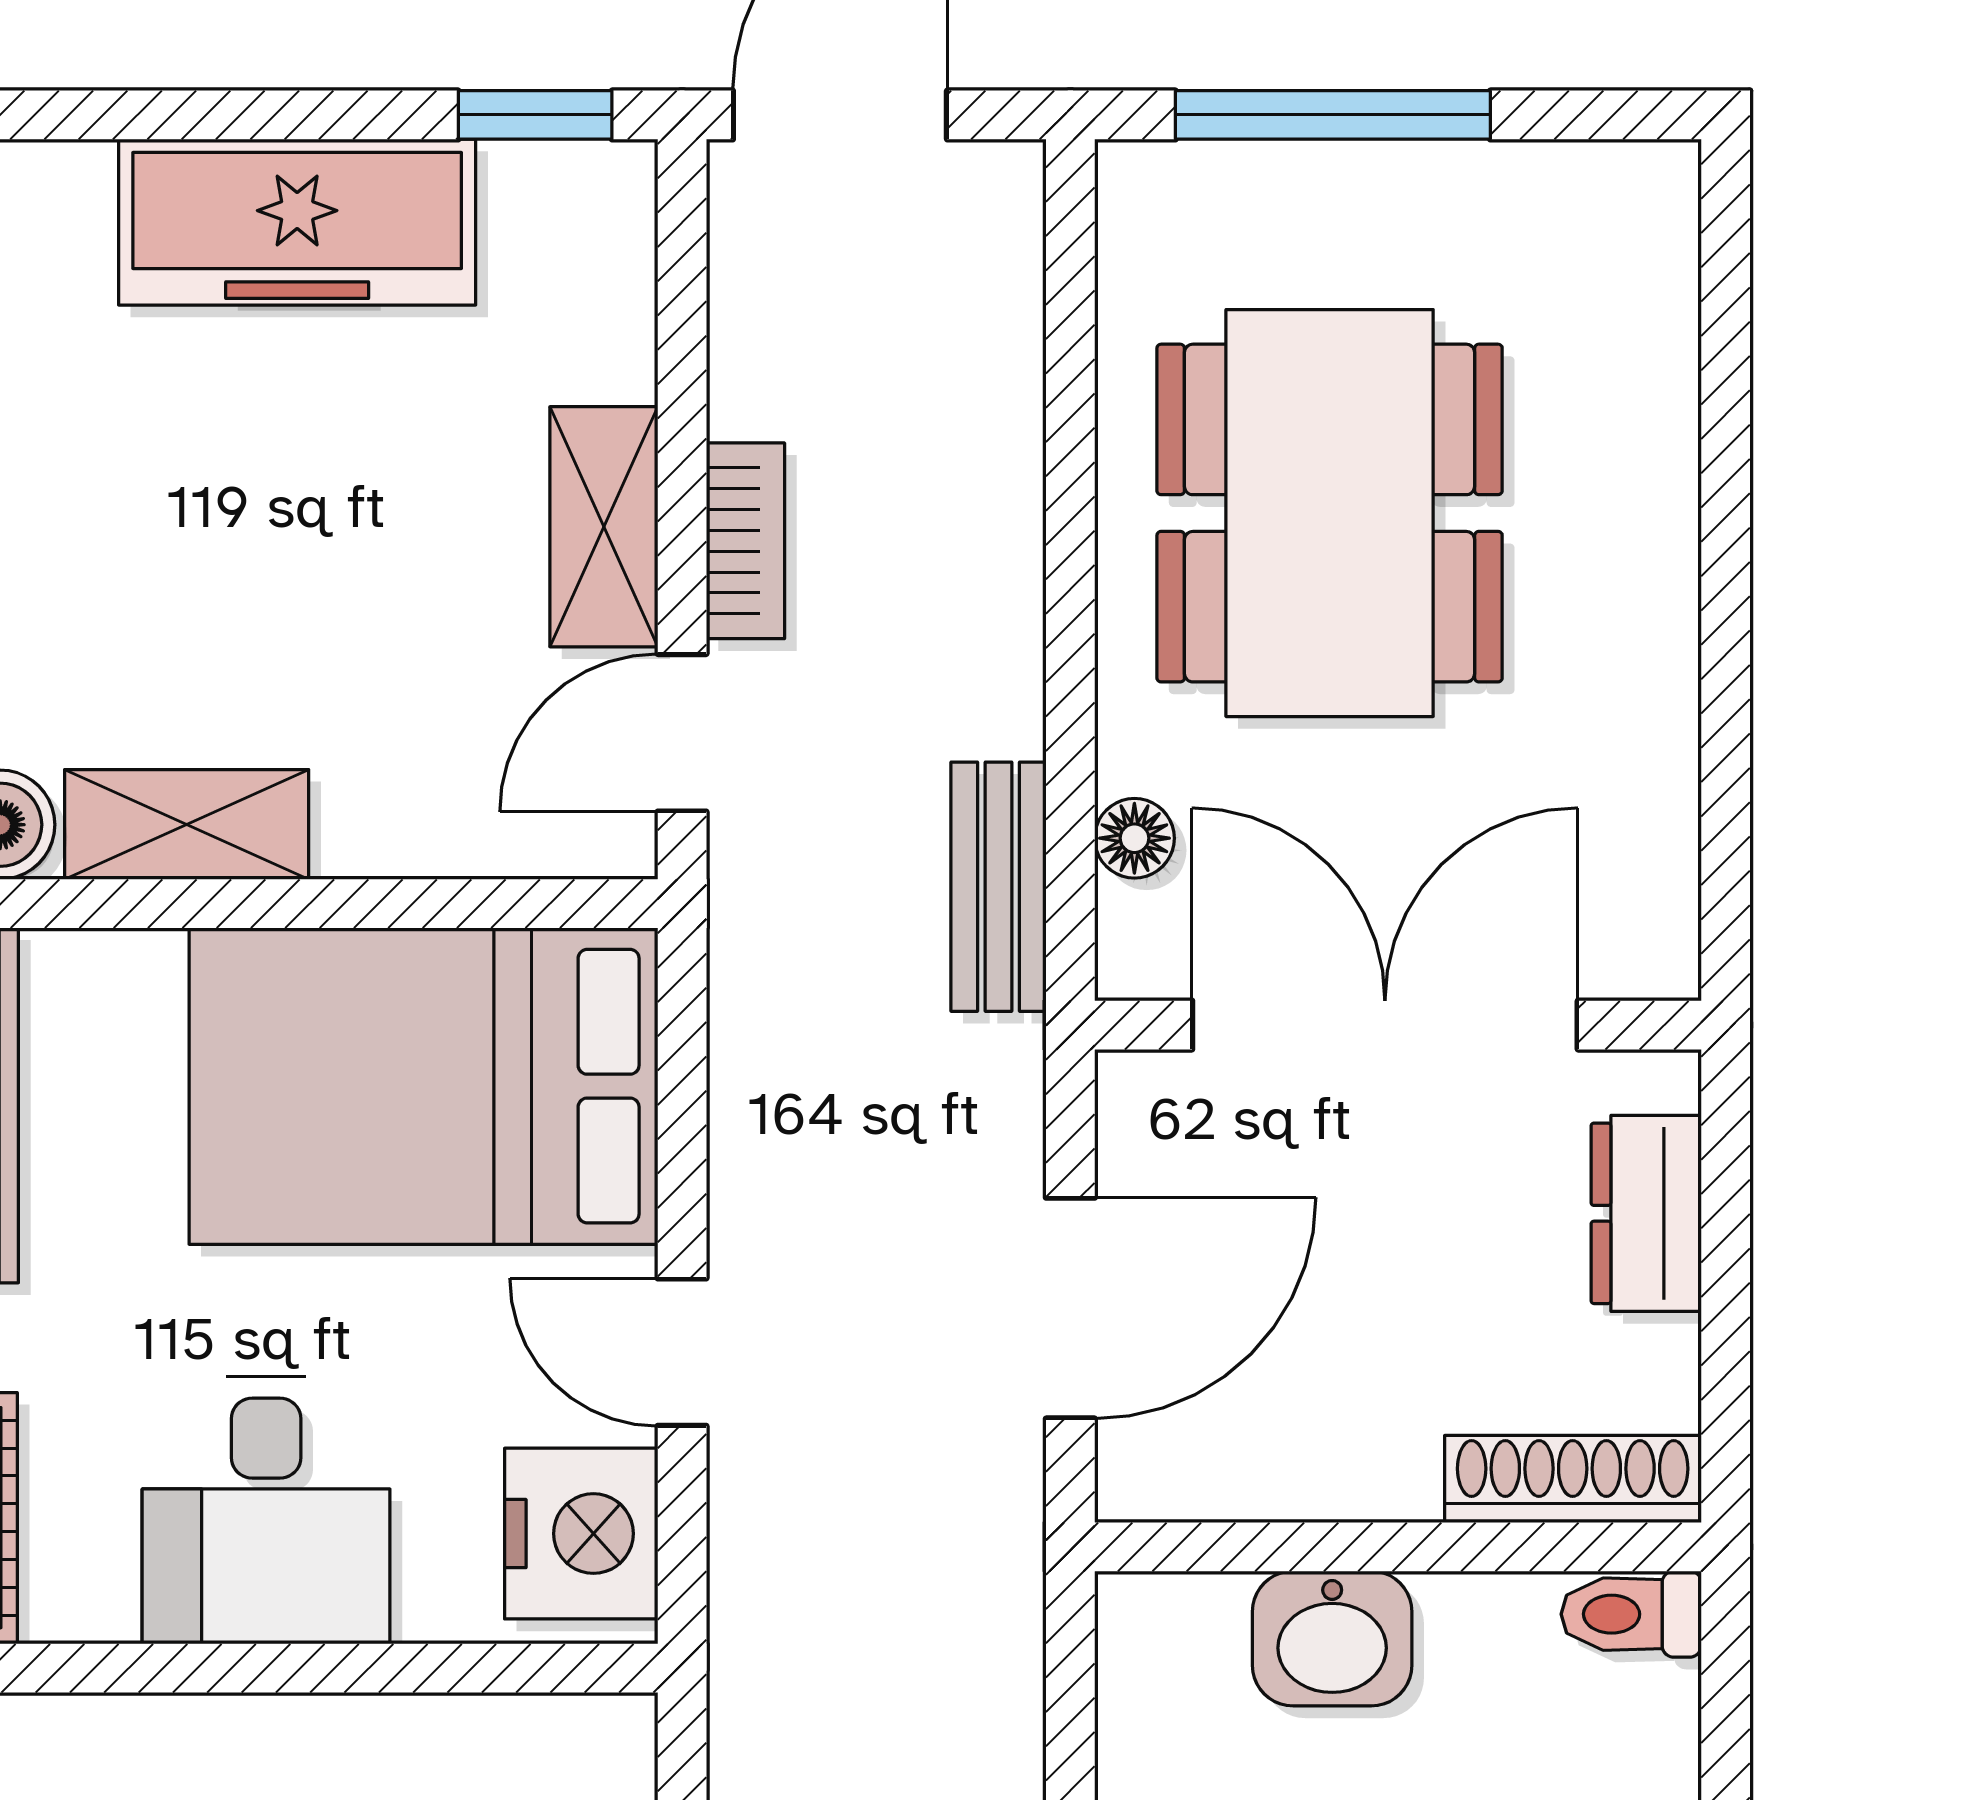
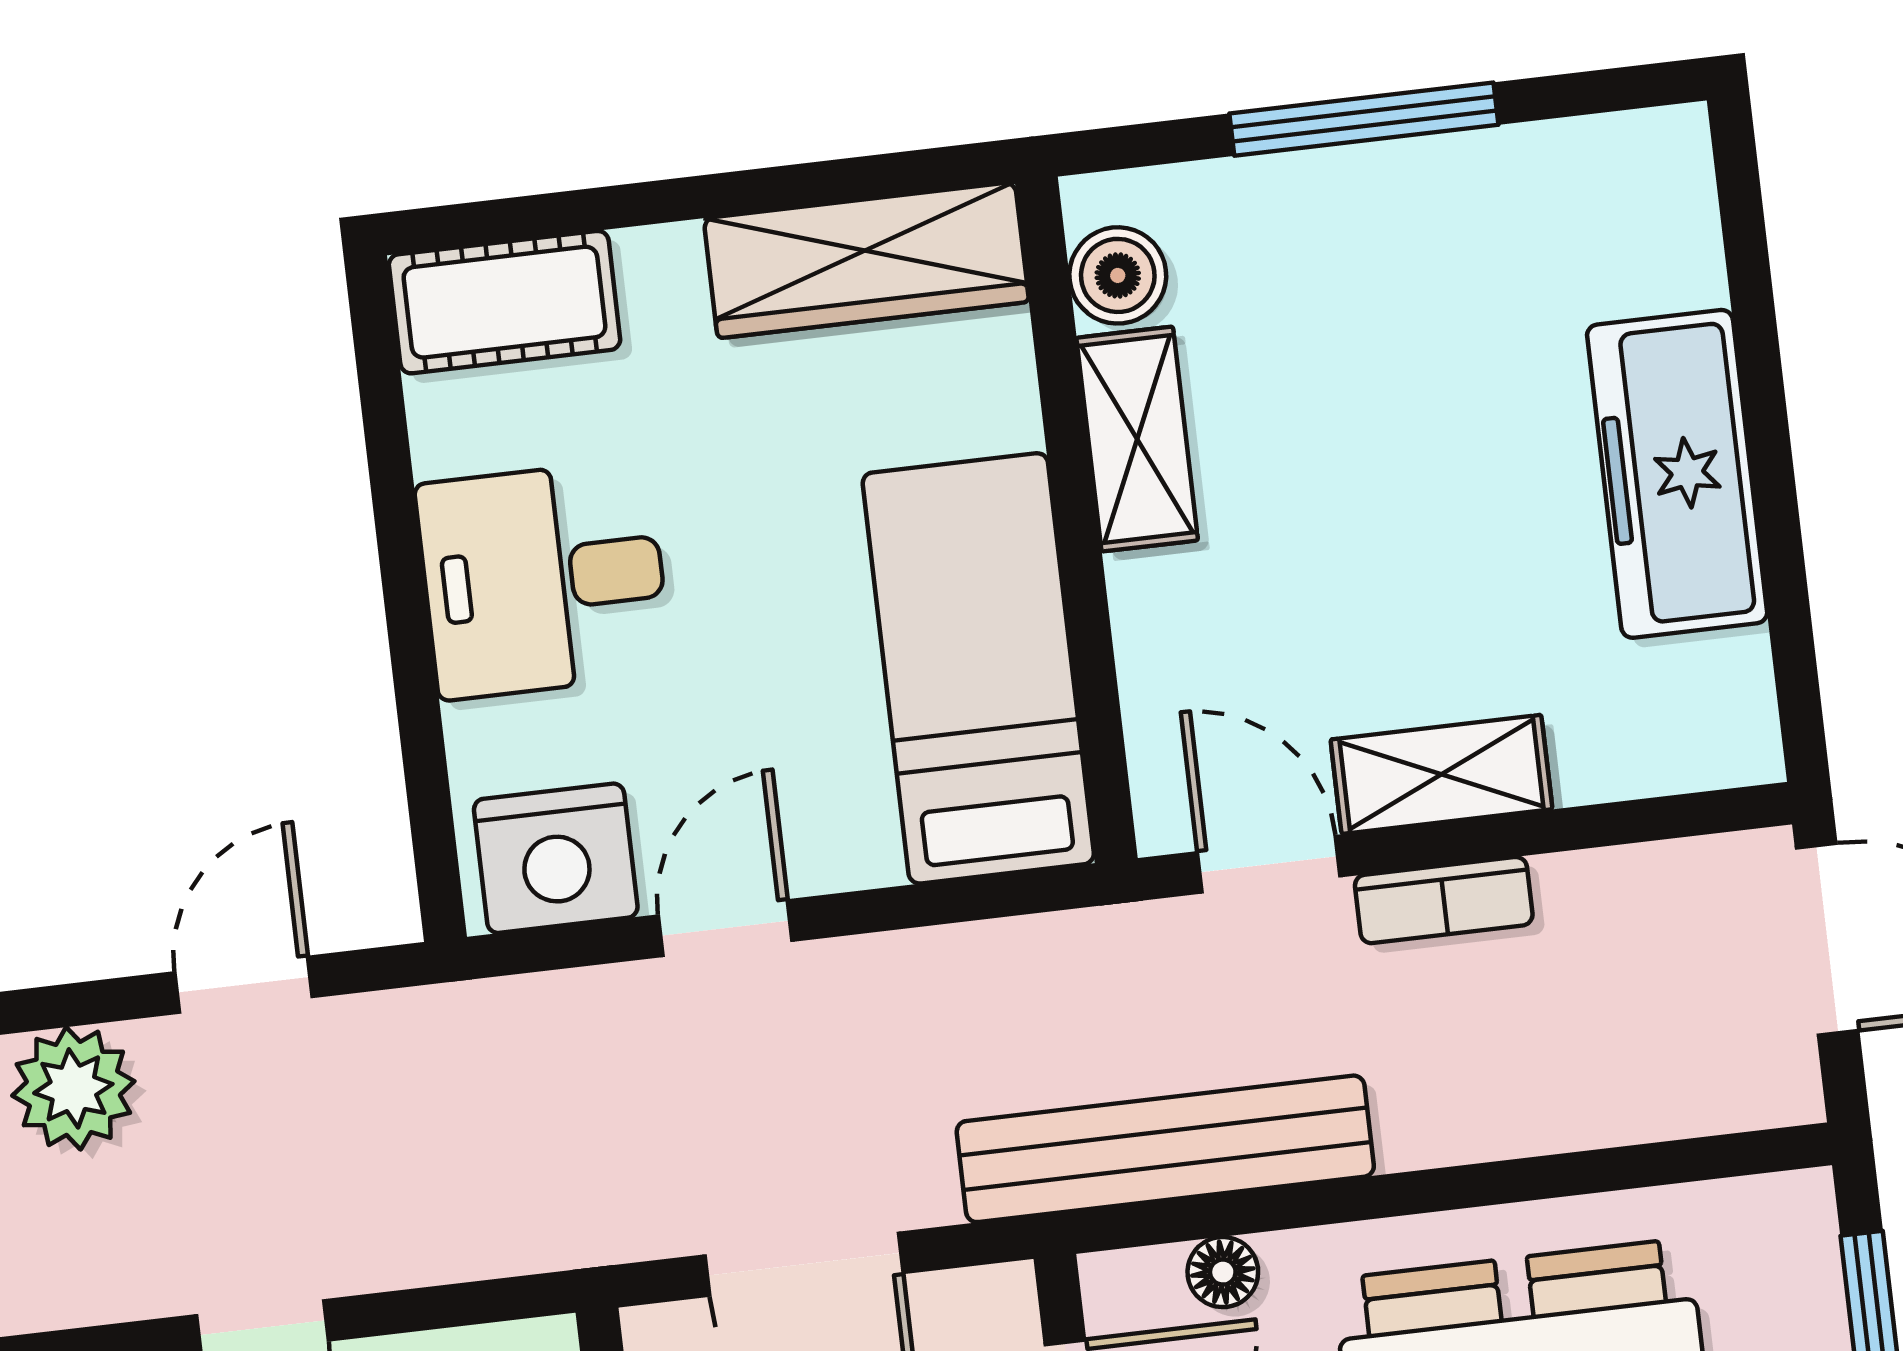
window: (535, 115) -> (1796, 672), removed
bench: (999, 887) -> (1165, 1149), width x1.86, depth x1.21
bed: (423, 1086) -> (978, 668), width x0.67

